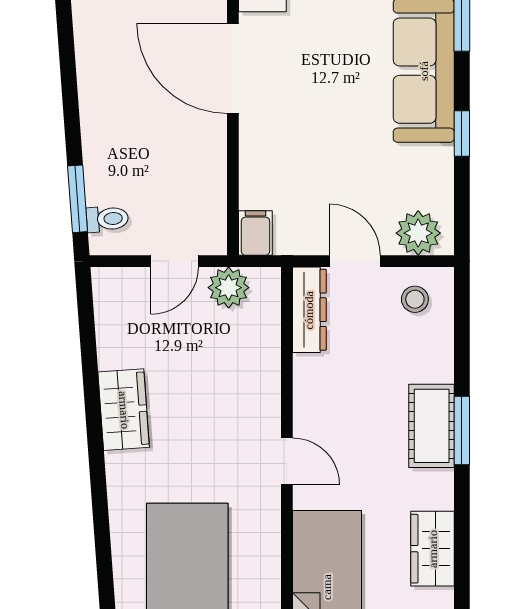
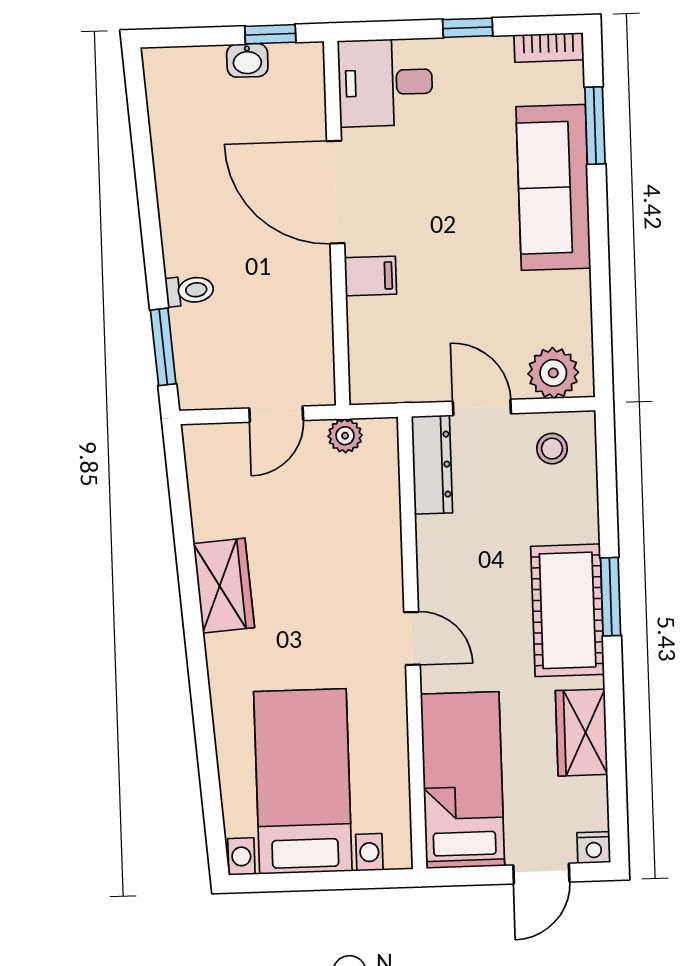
window: (462, 134) -> (599, 258), removed
toilet: (107, 219) -> (190, 290), moved
filing cabinet: (255, 233) -> (371, 276), moved, turned 90
plant: (229, 288) -> (345, 436), width x0.73, depth x0.73
cot: (432, 426) -> (568, 610), width x1.37, depth x1.34

